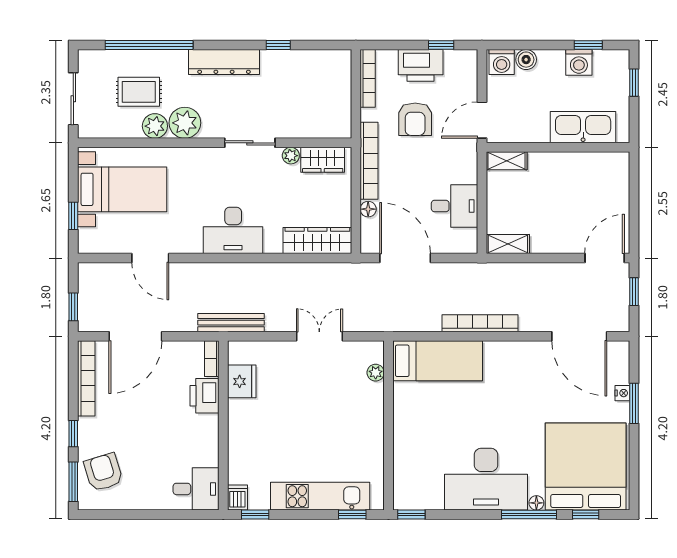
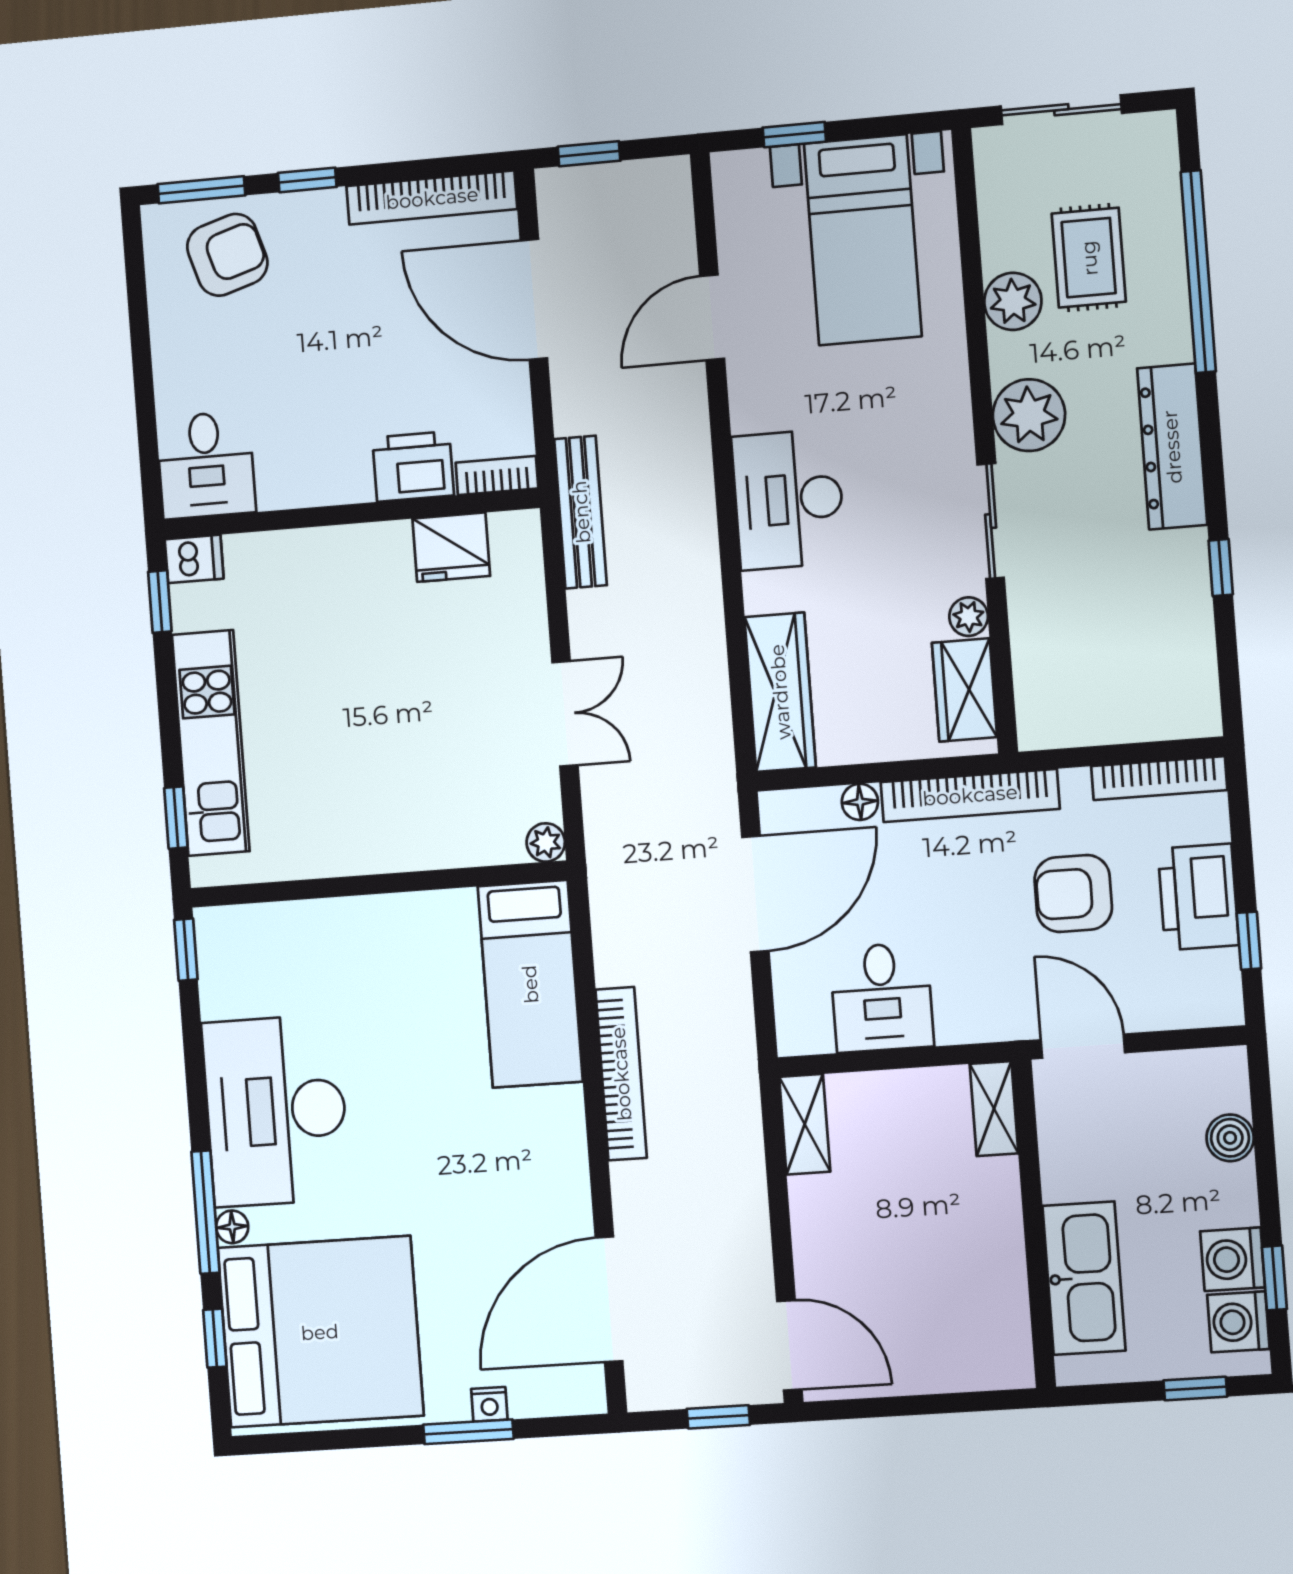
washing machine: (502, 62) -> (1238, 1322), moved
plant: (185, 123) -> (1029, 415), moved
plant: (376, 373) -> (546, 842), moved

